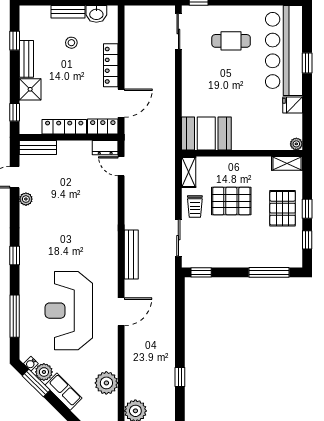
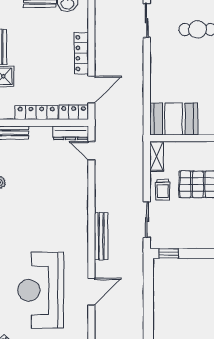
stool: (71, 43) -> (43, 31), removed
dresser: (105, 148) -> (70, 133), width x1.44

